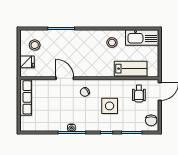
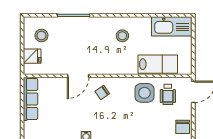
stool: (112, 42) -> (122, 36), moved
door: (65, 78) -> (78, 76), swing flipped
side table: (110, 106) -> (144, 93), moved

